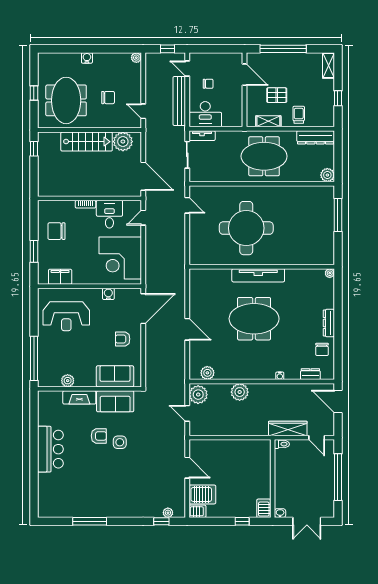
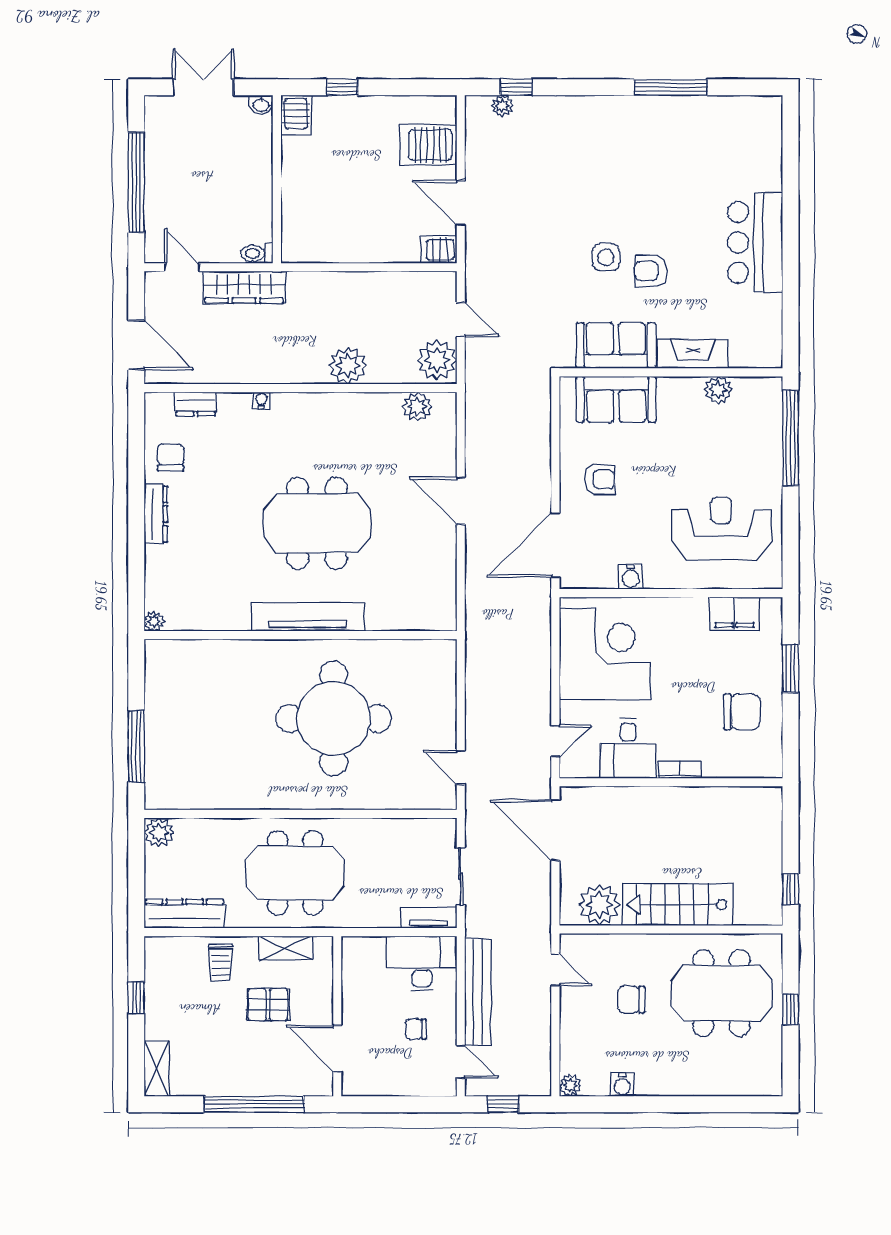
water cooler: (87, 58) -> (622, 1085), moved
meeting table: (66, 100) -> (721, 993), turned 90
server rack: (197, 511) -> (439, 250), moved

